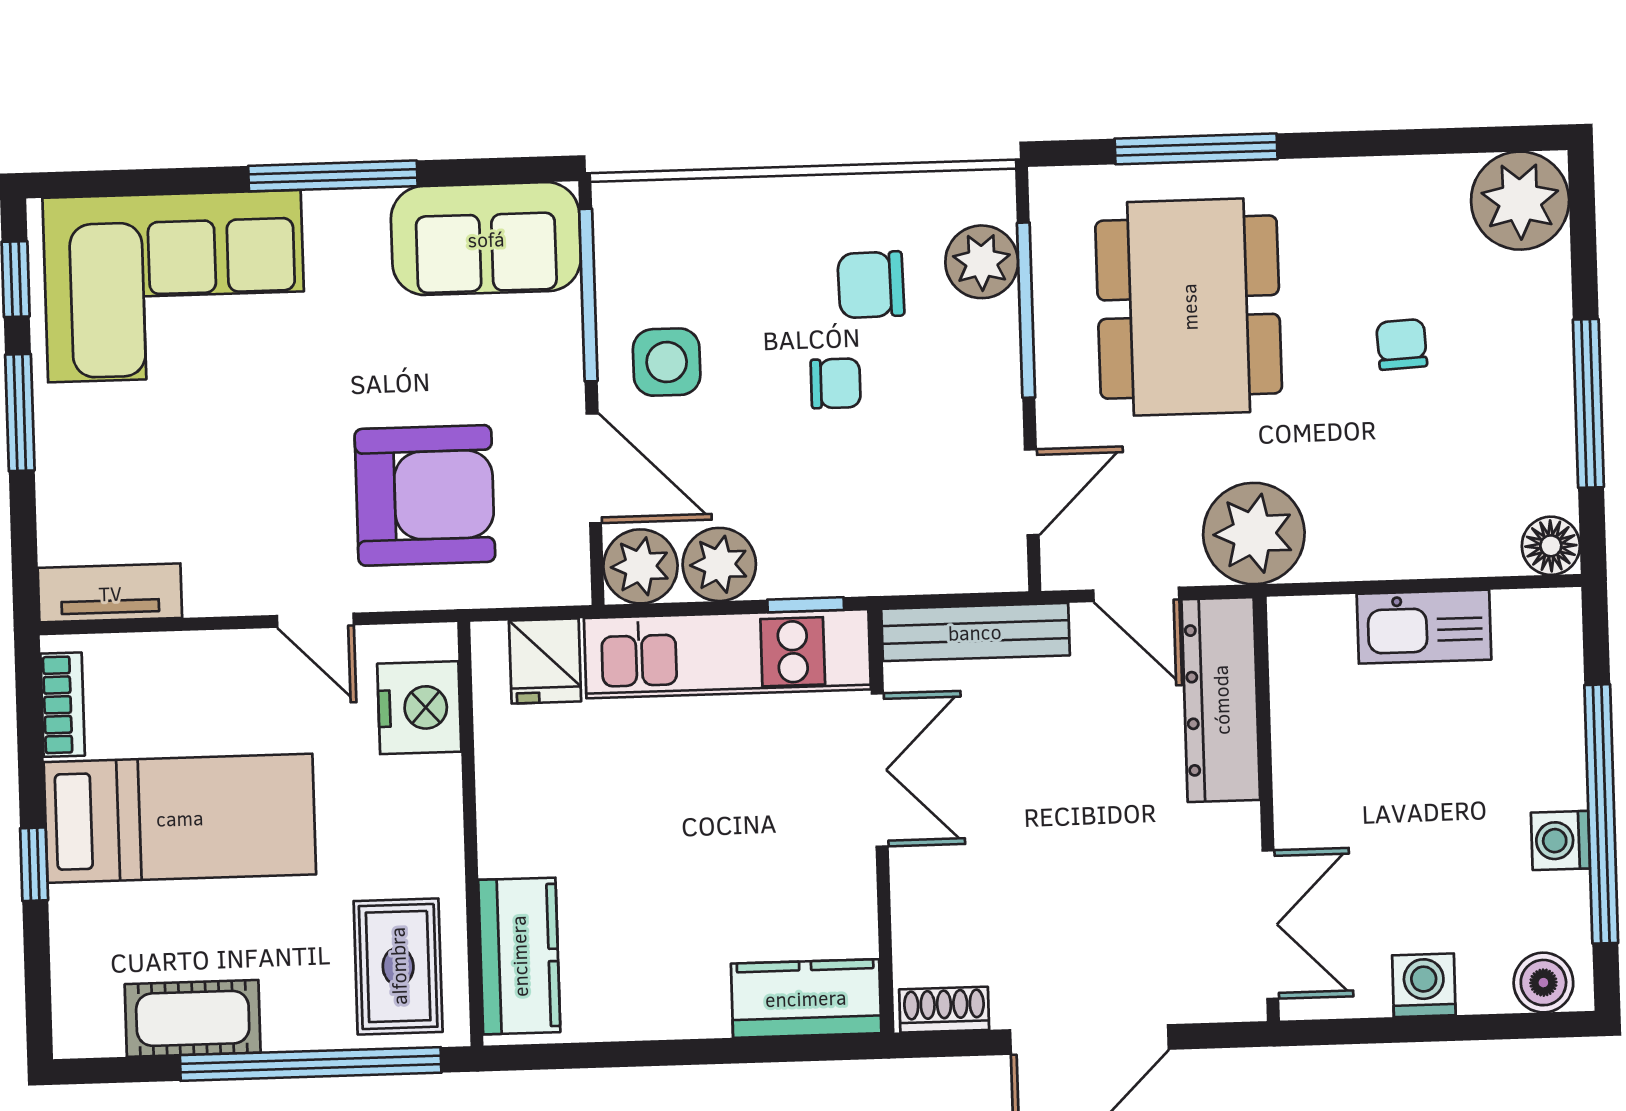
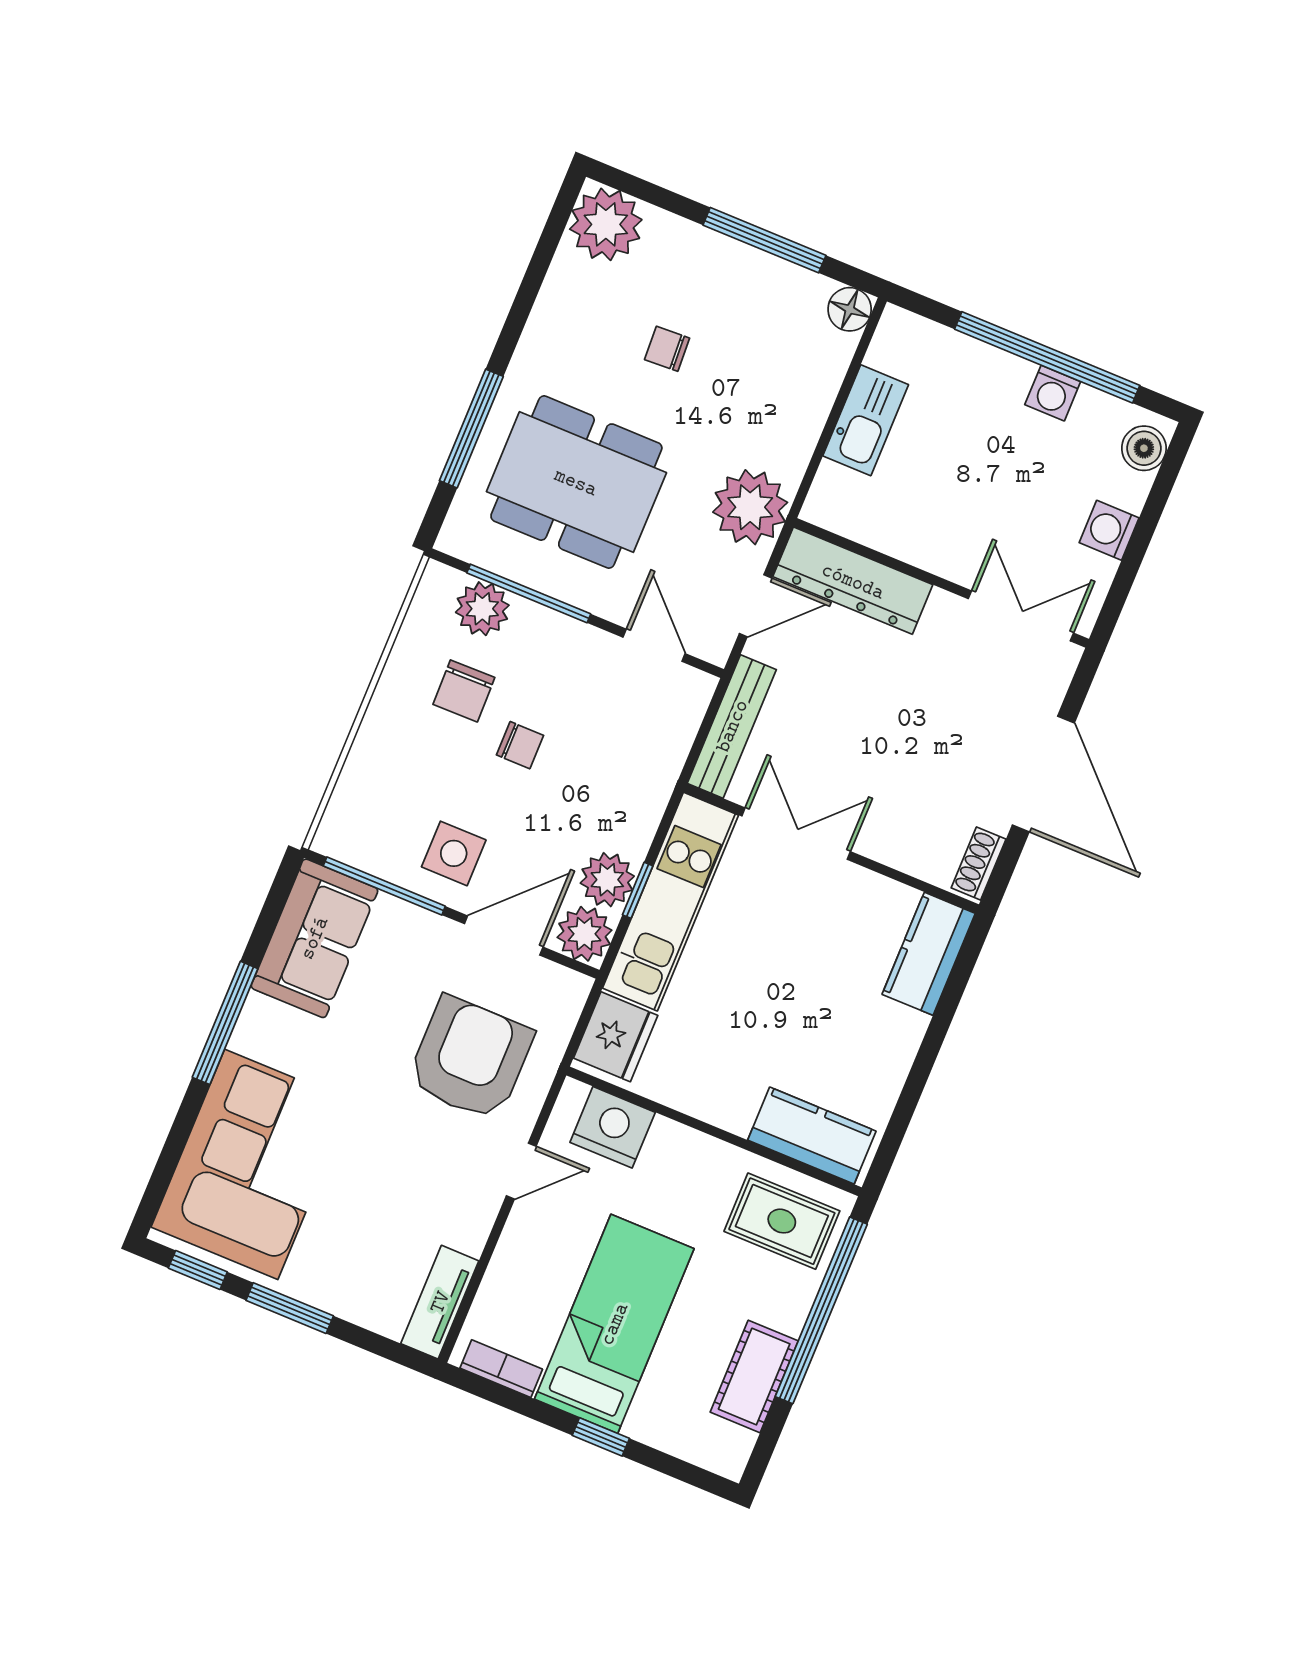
chair: (836, 383) -> (520, 745), turned 90
window: (806, 605) -> (638, 890), moved
fridge: (545, 661) -> (616, 1037), width x1.38

